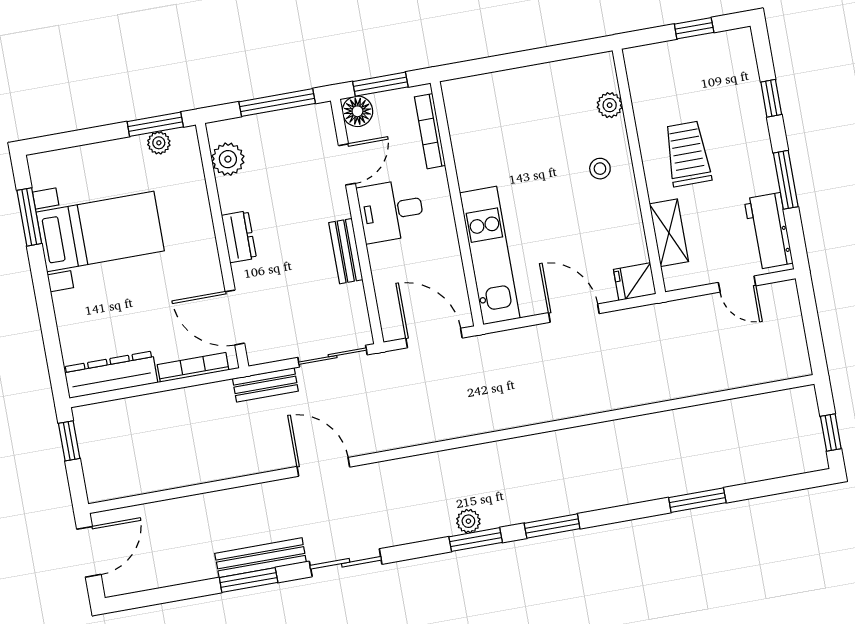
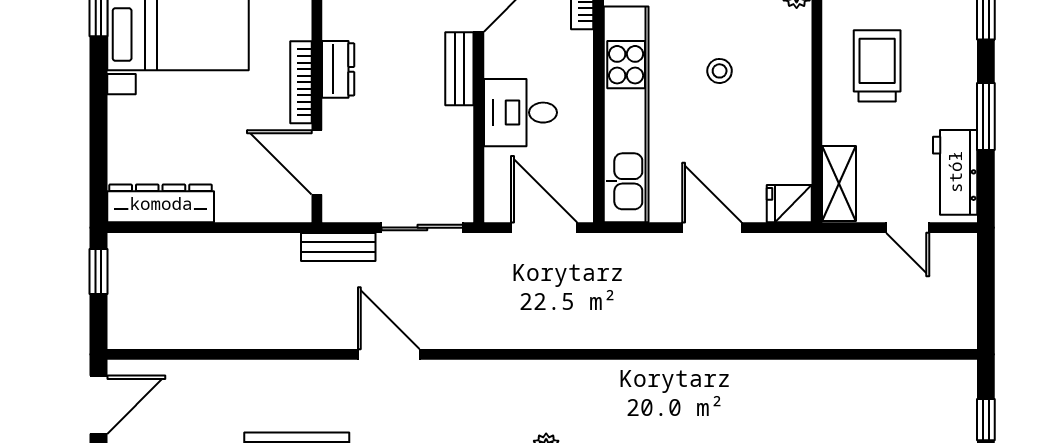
stool: (600, 169) -> (720, 71), moved
desk: (391, 211) -> (520, 113), moved
shelving: (669, 233) -> (839, 183), moved
bench: (346, 251) -> (459, 69), moved
kitchen unit: (490, 256) -> (626, 114), width x1.36
bookcase: (193, 367) -> (301, 82), moved, turned -90

